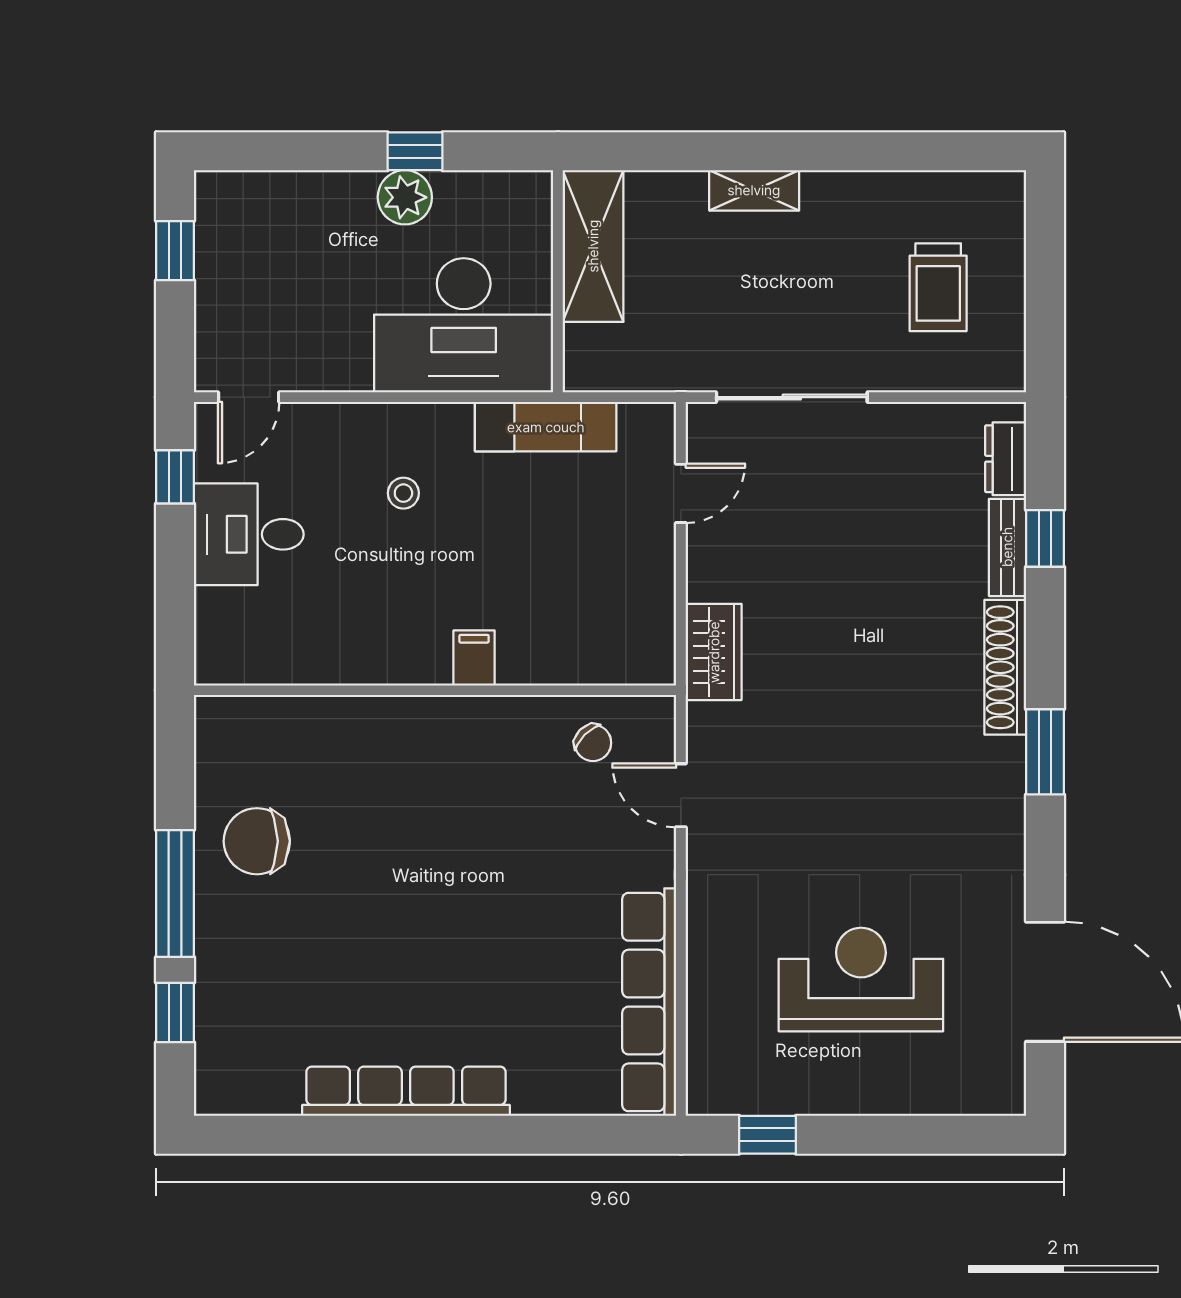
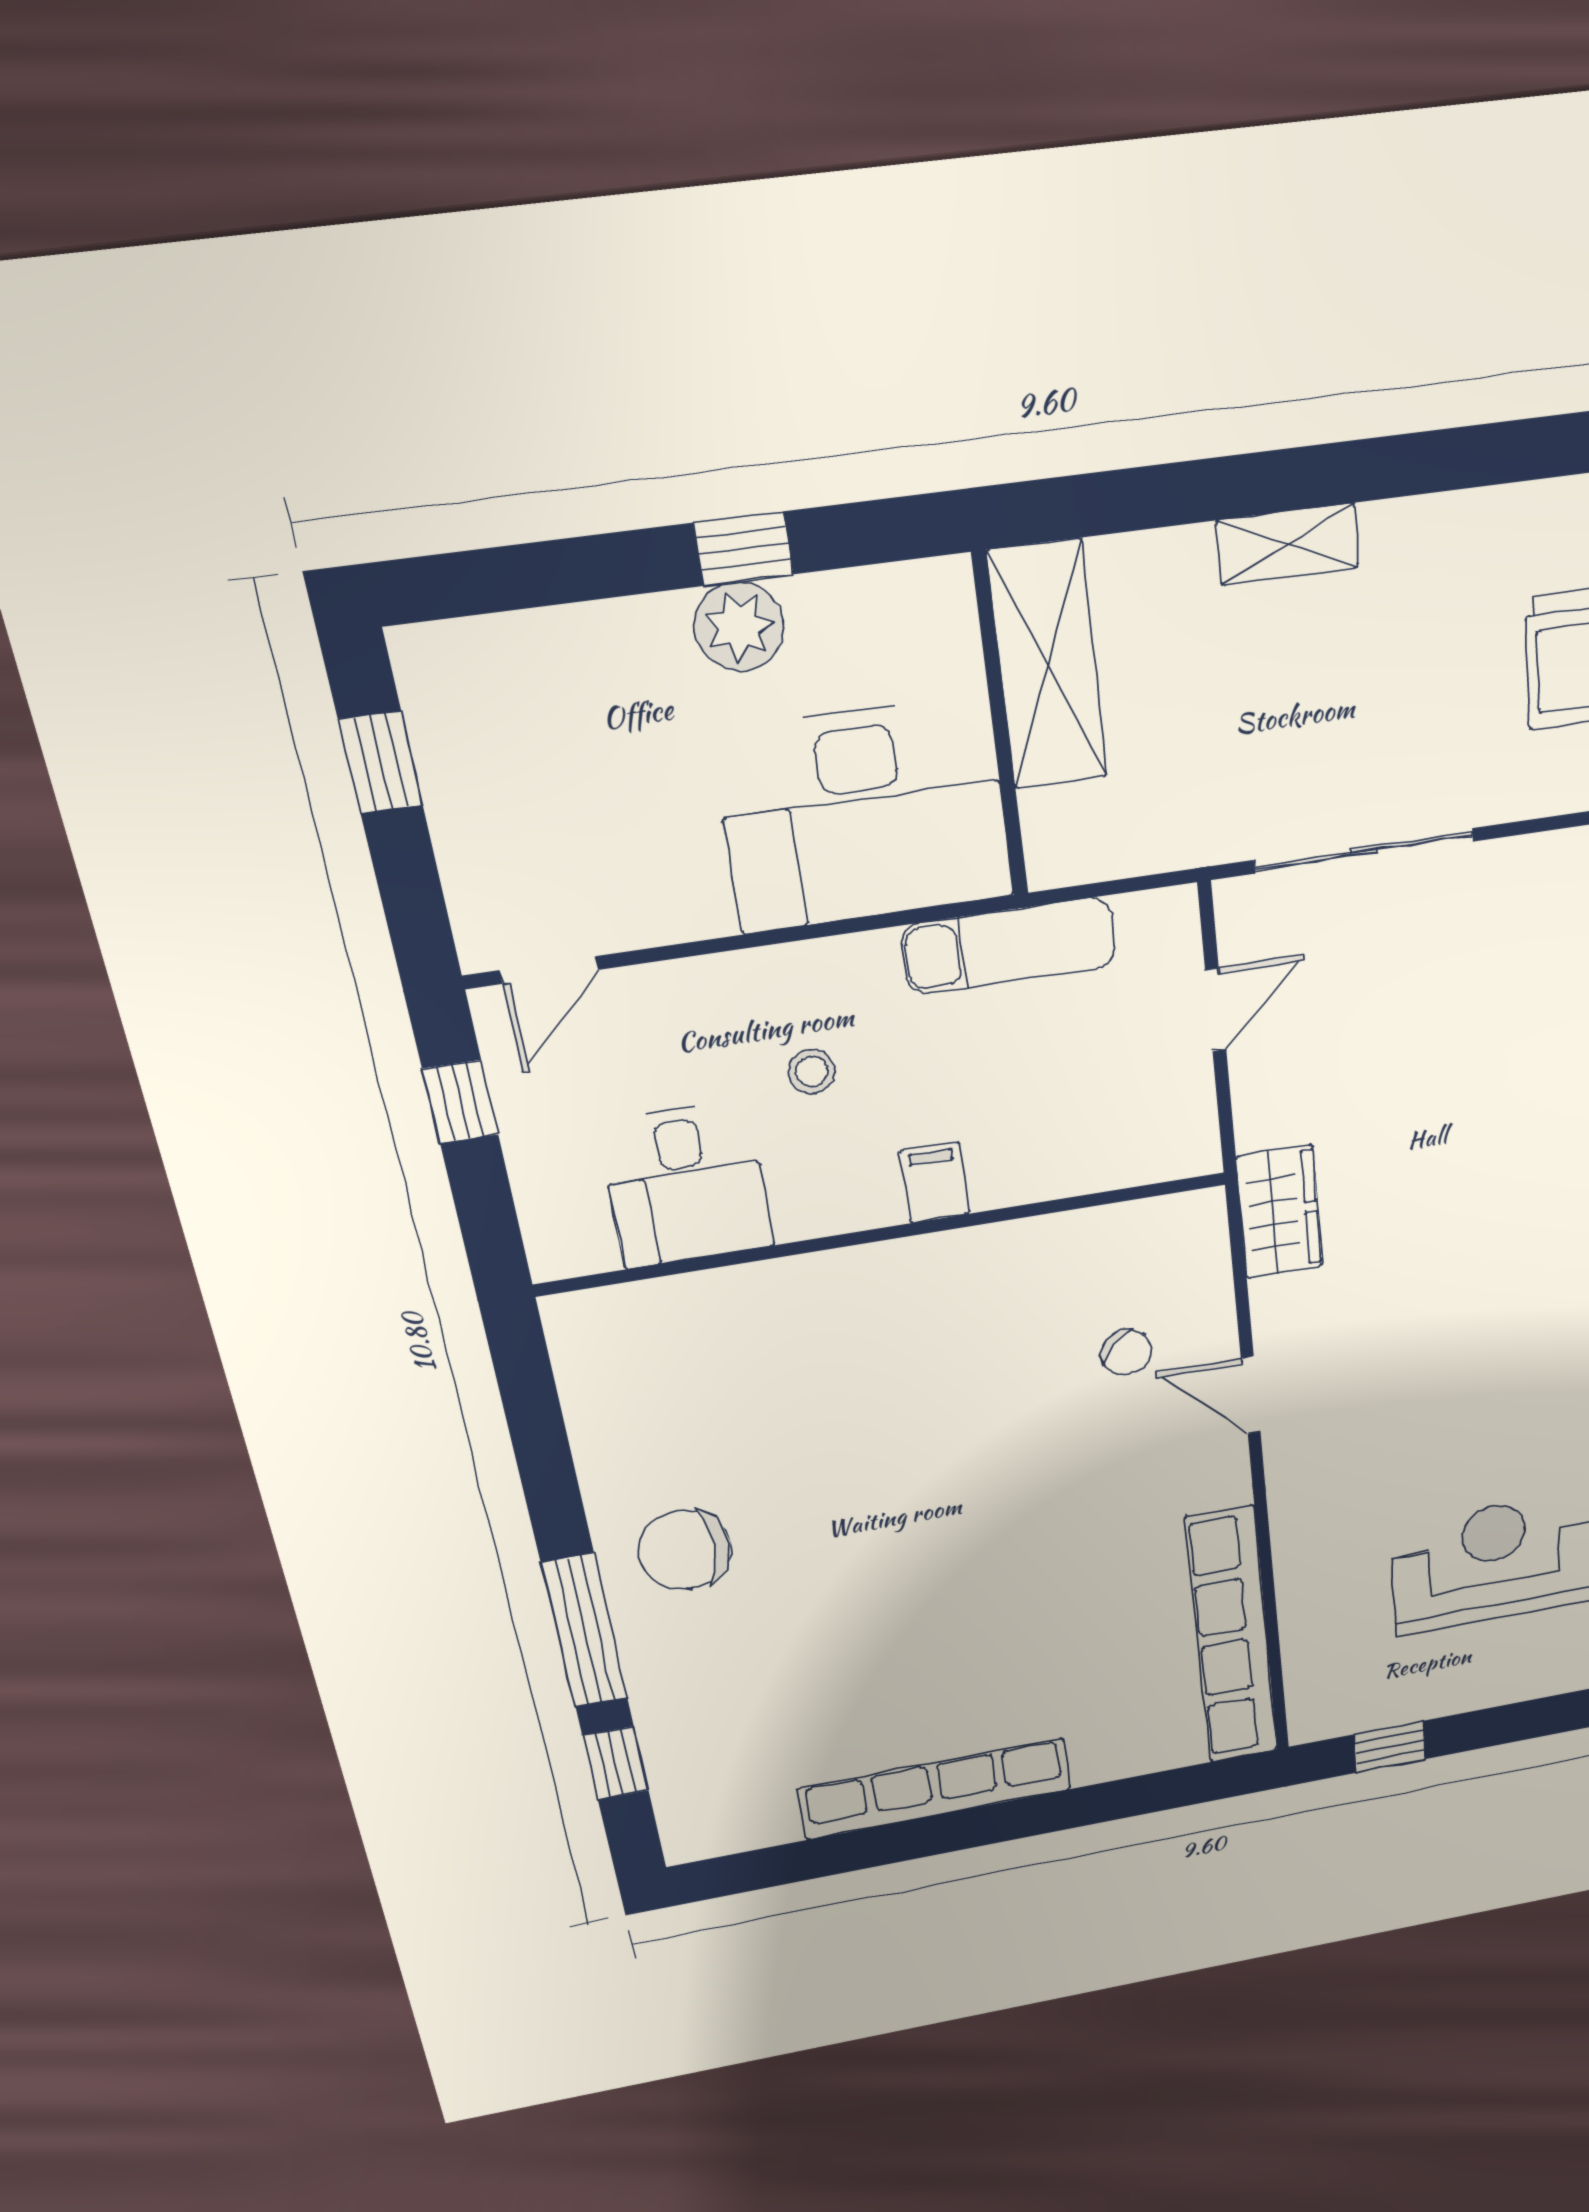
desk: (249, 534) -> (686, 1185), moved, turned -90
filing cabinet: (474, 658) -> (935, 1182), moved
wall: (435, 690) -> (885, 1234), moved

